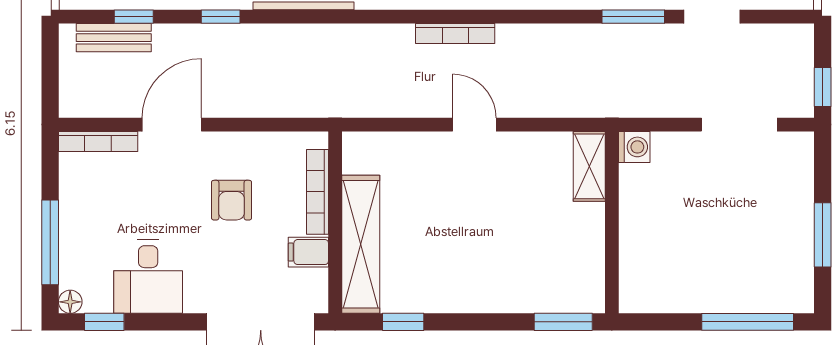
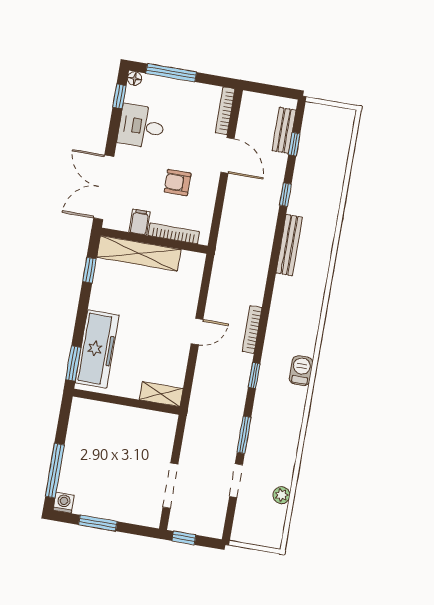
window: (531, 17) -> (254, 376), added
washing machine: (634, 147) -> (64, 503), moved, turned 180
freezer: (532, 286) -> (97, 349), added

